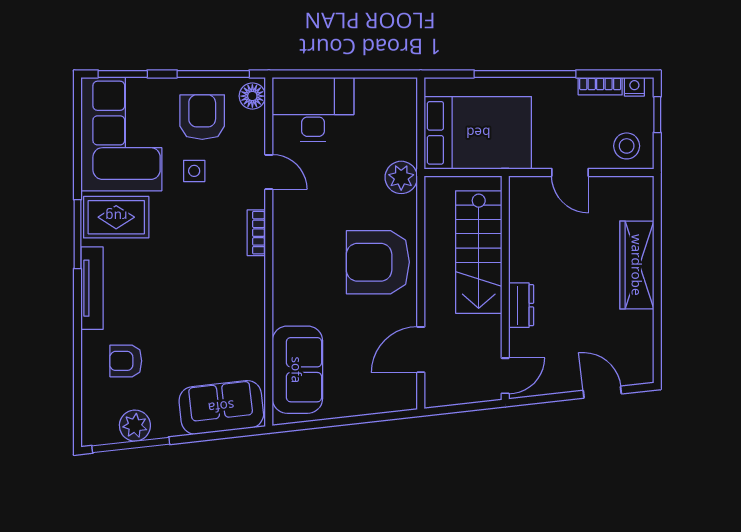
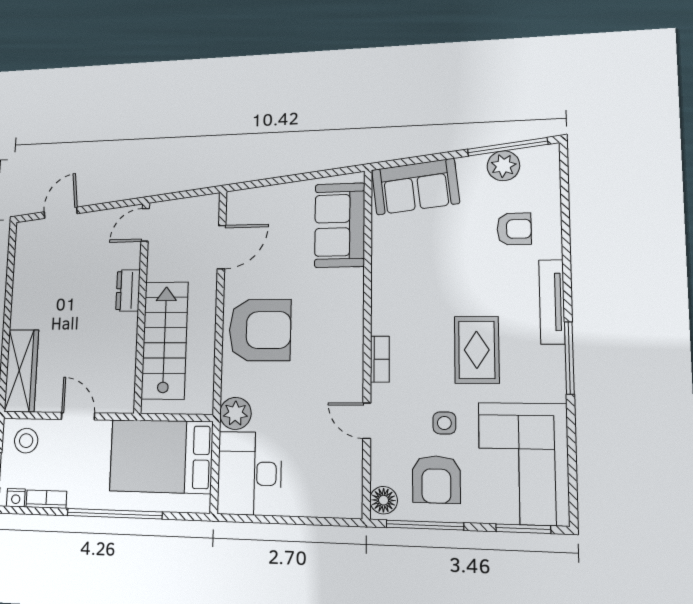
desk: (313, 109) -> (249, 473), moved, turned 90
rug: (116, 217) -> (477, 350), moved, turned 90
wardrobe: (637, 265) -> (21, 371), moved
door: (602, 392) -> (61, 213), swing flipped

